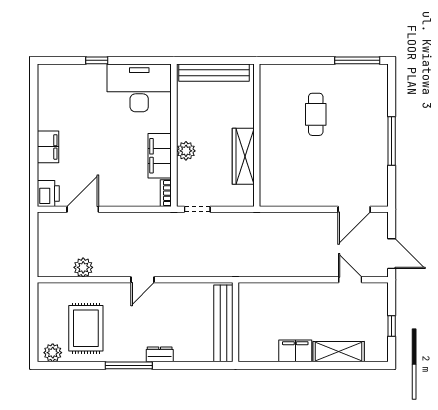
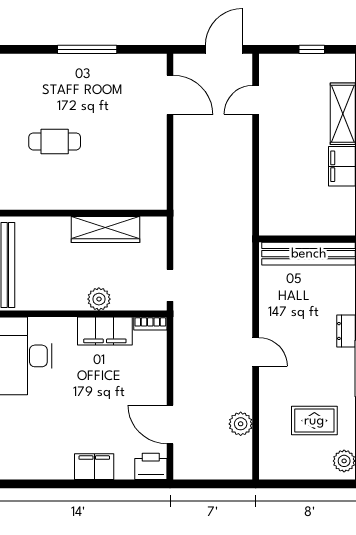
rug: (86, 328) -> (314, 421), width x0.73, depth x0.70

